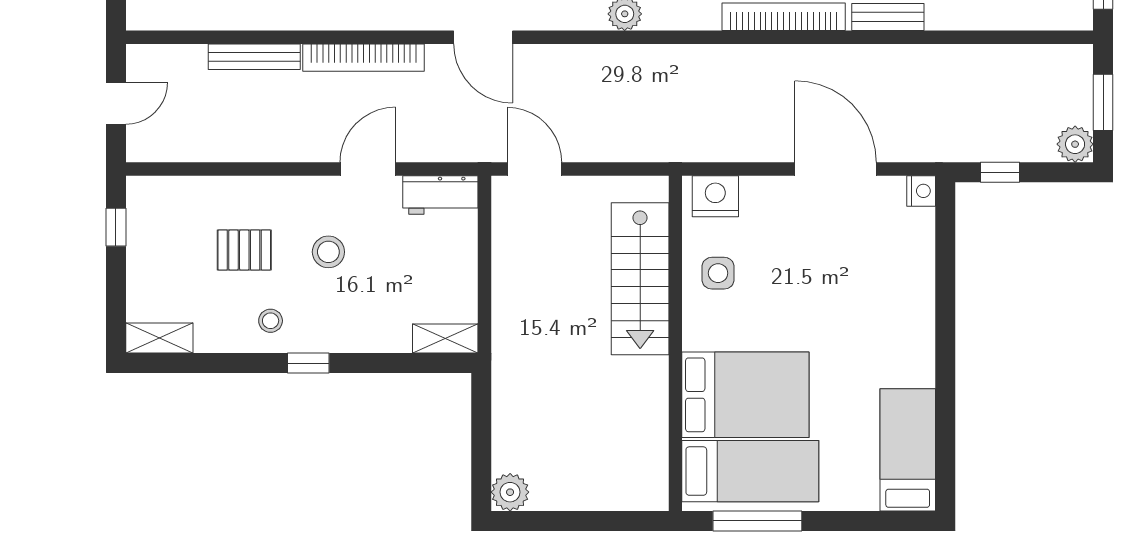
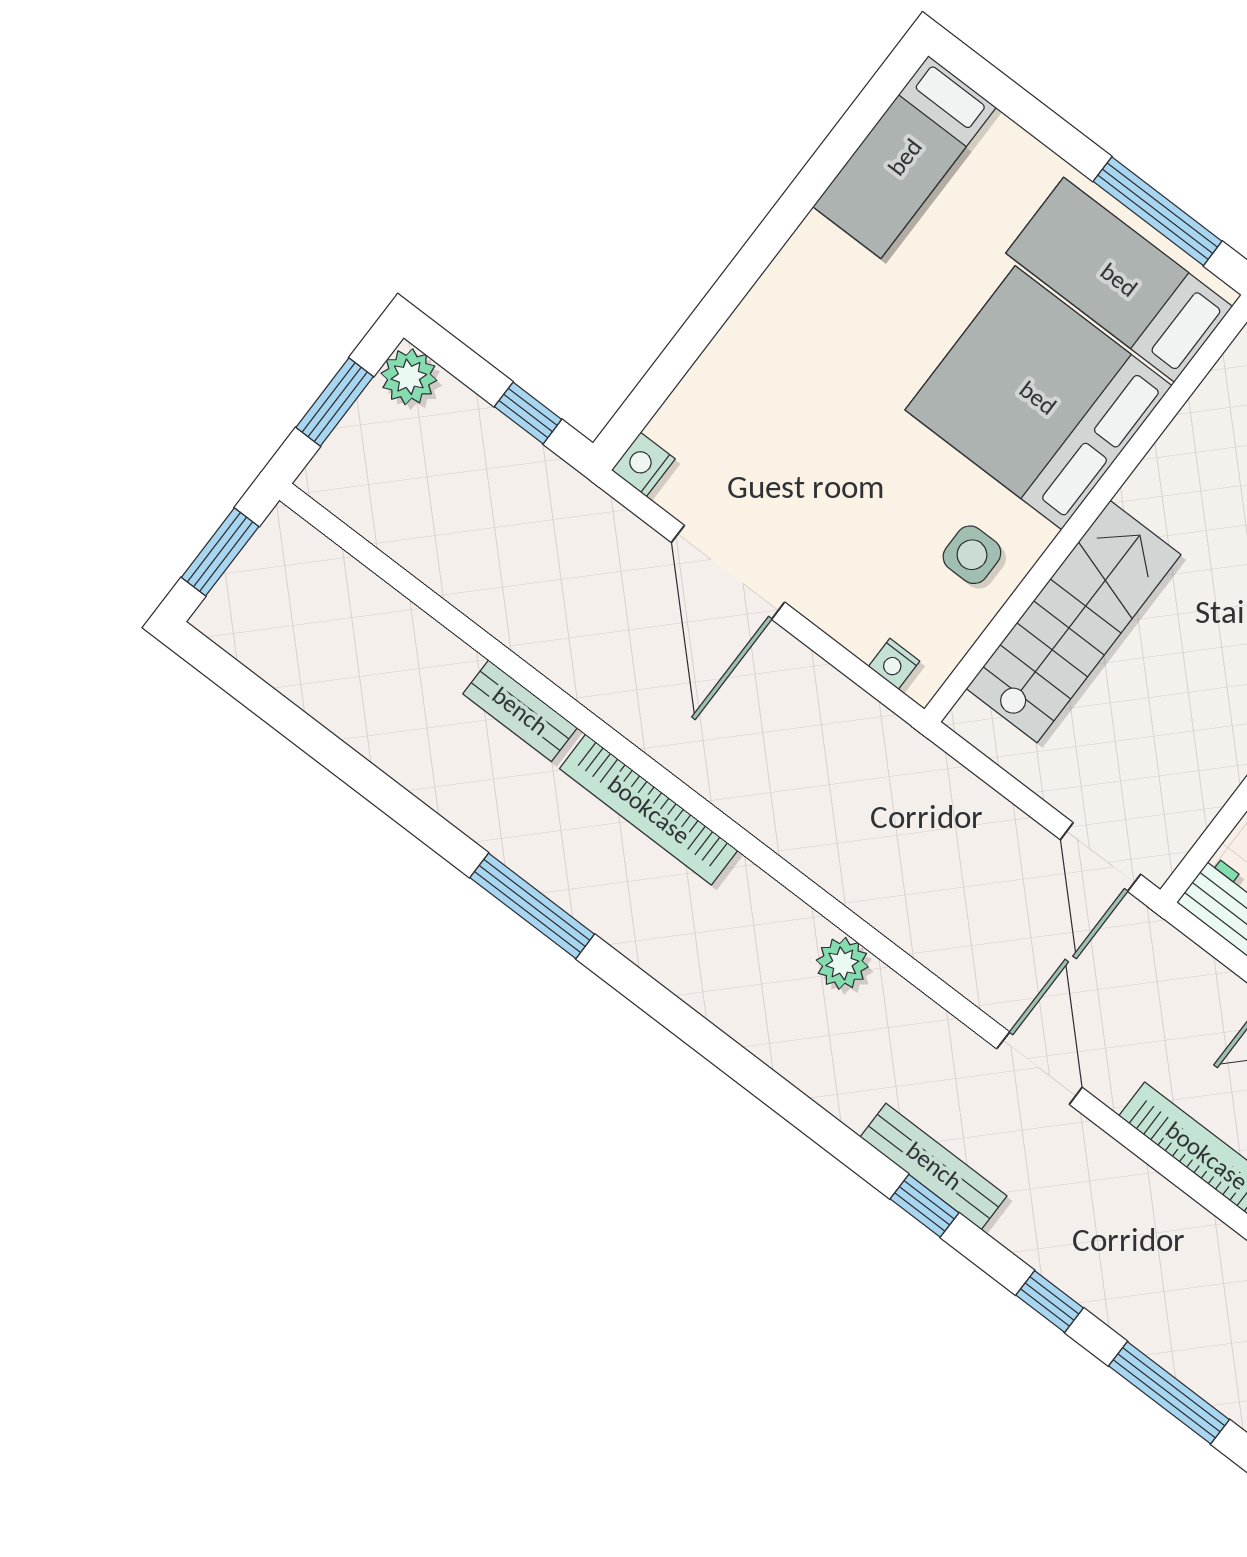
nightstand: (715, 196) -> (894, 664), width x0.53, depth x0.56
bed: (745, 395) -> (1038, 398), width x1.36

